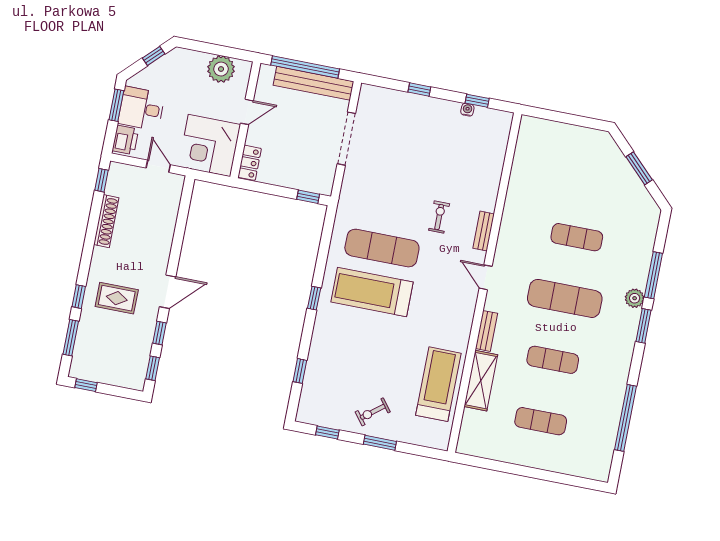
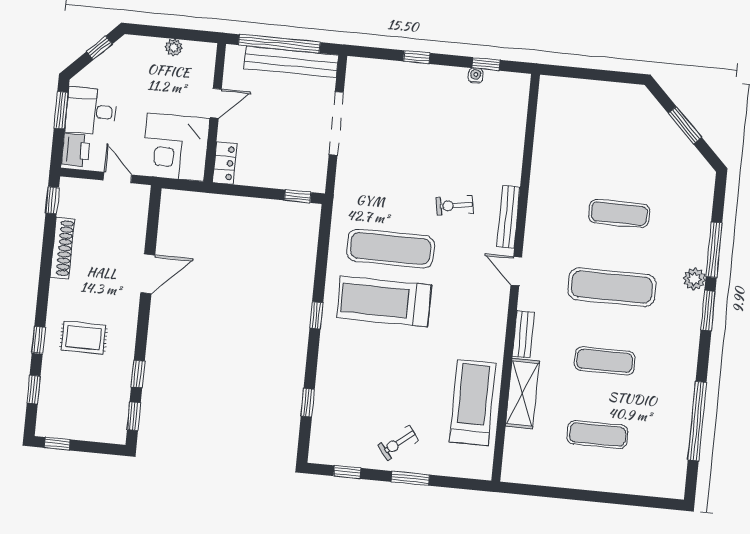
plant: (221, 69) -> (174, 47), width x0.53, depth x0.53
exercise bike: (439, 217) -> (454, 205), turned -99
bench: (484, 231) -> (509, 217), width x1.36
door: (168, 292) -> (148, 274), moved
window: (71, 338) -> (34, 390), width x0.67

